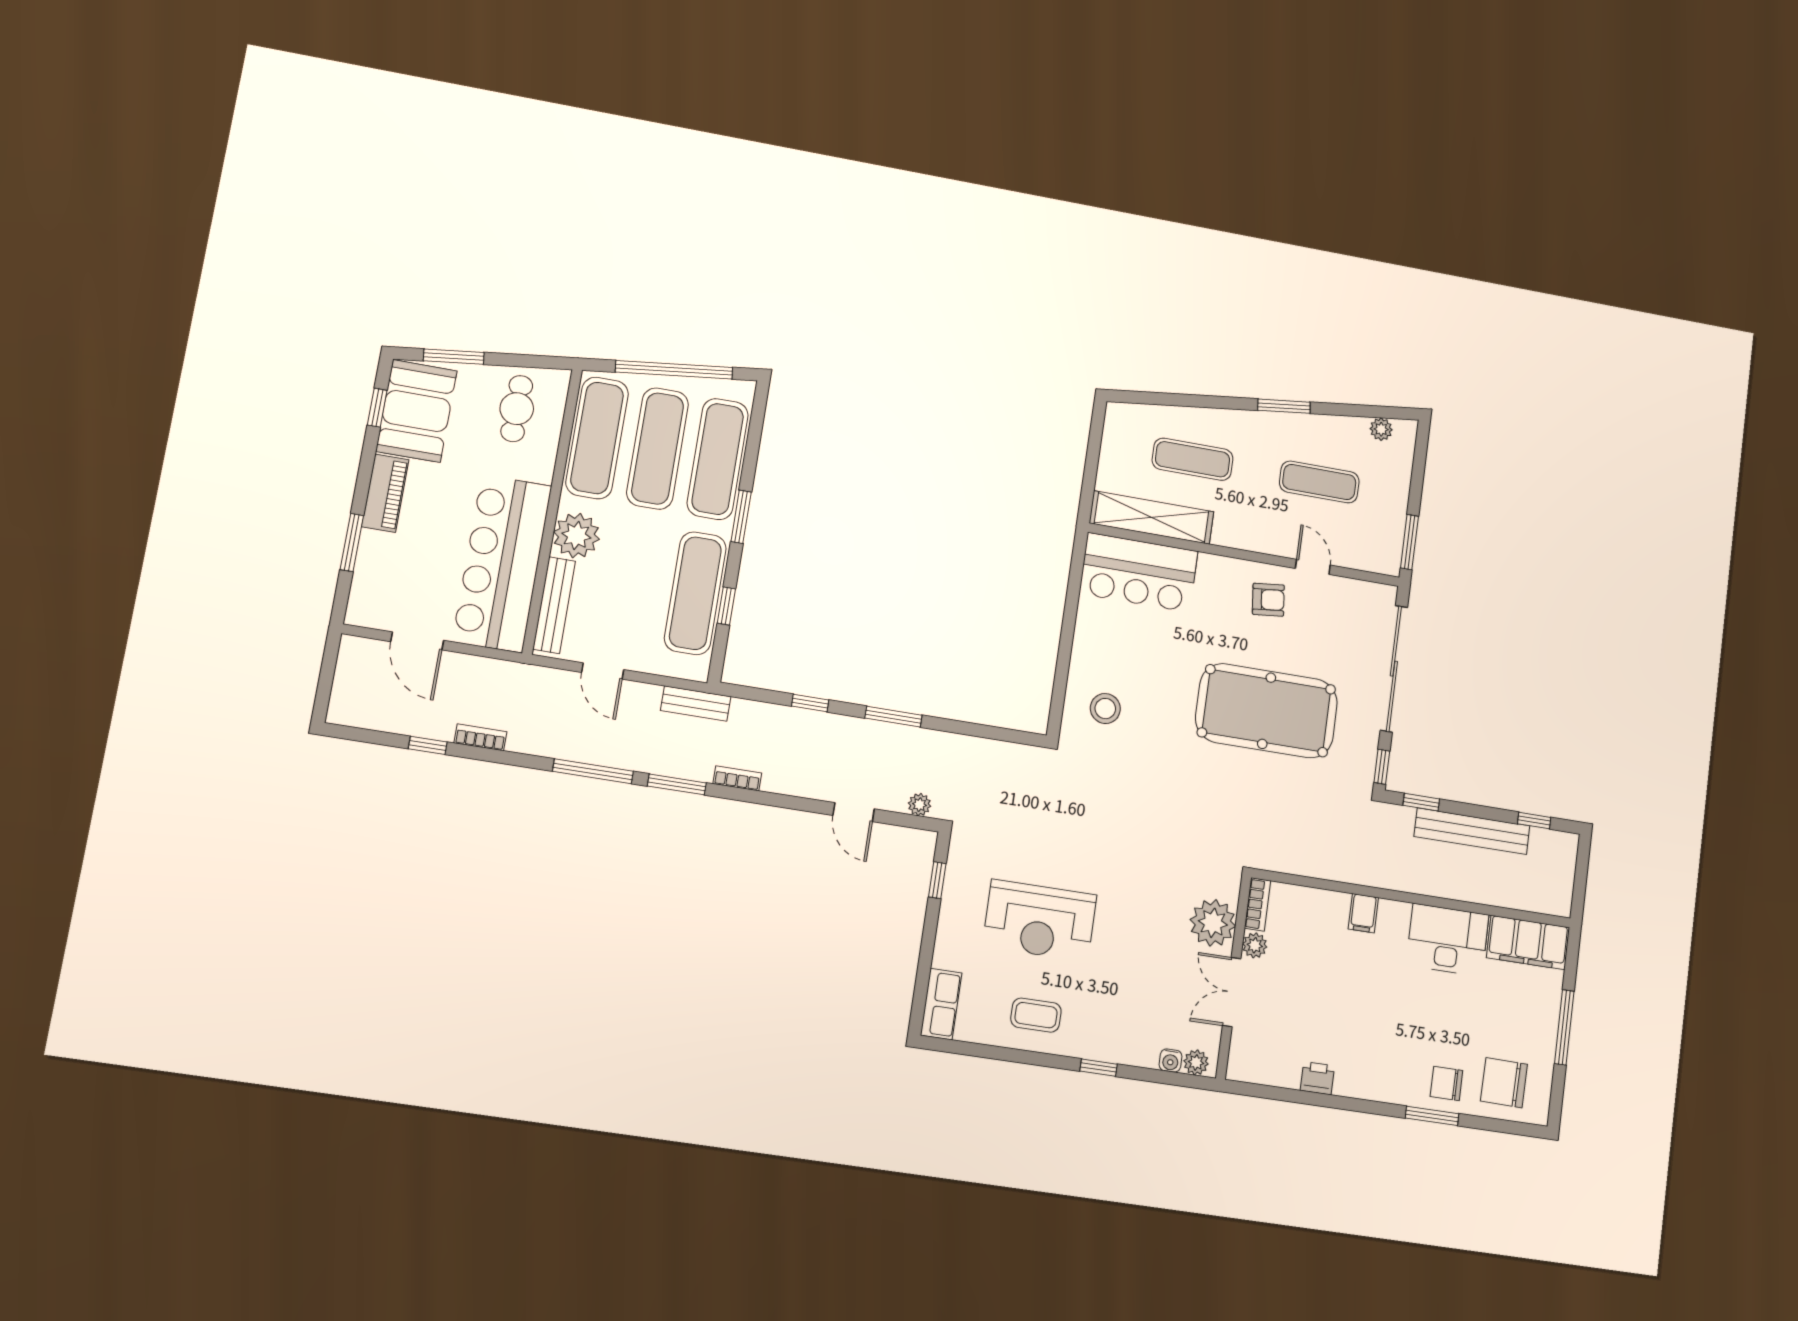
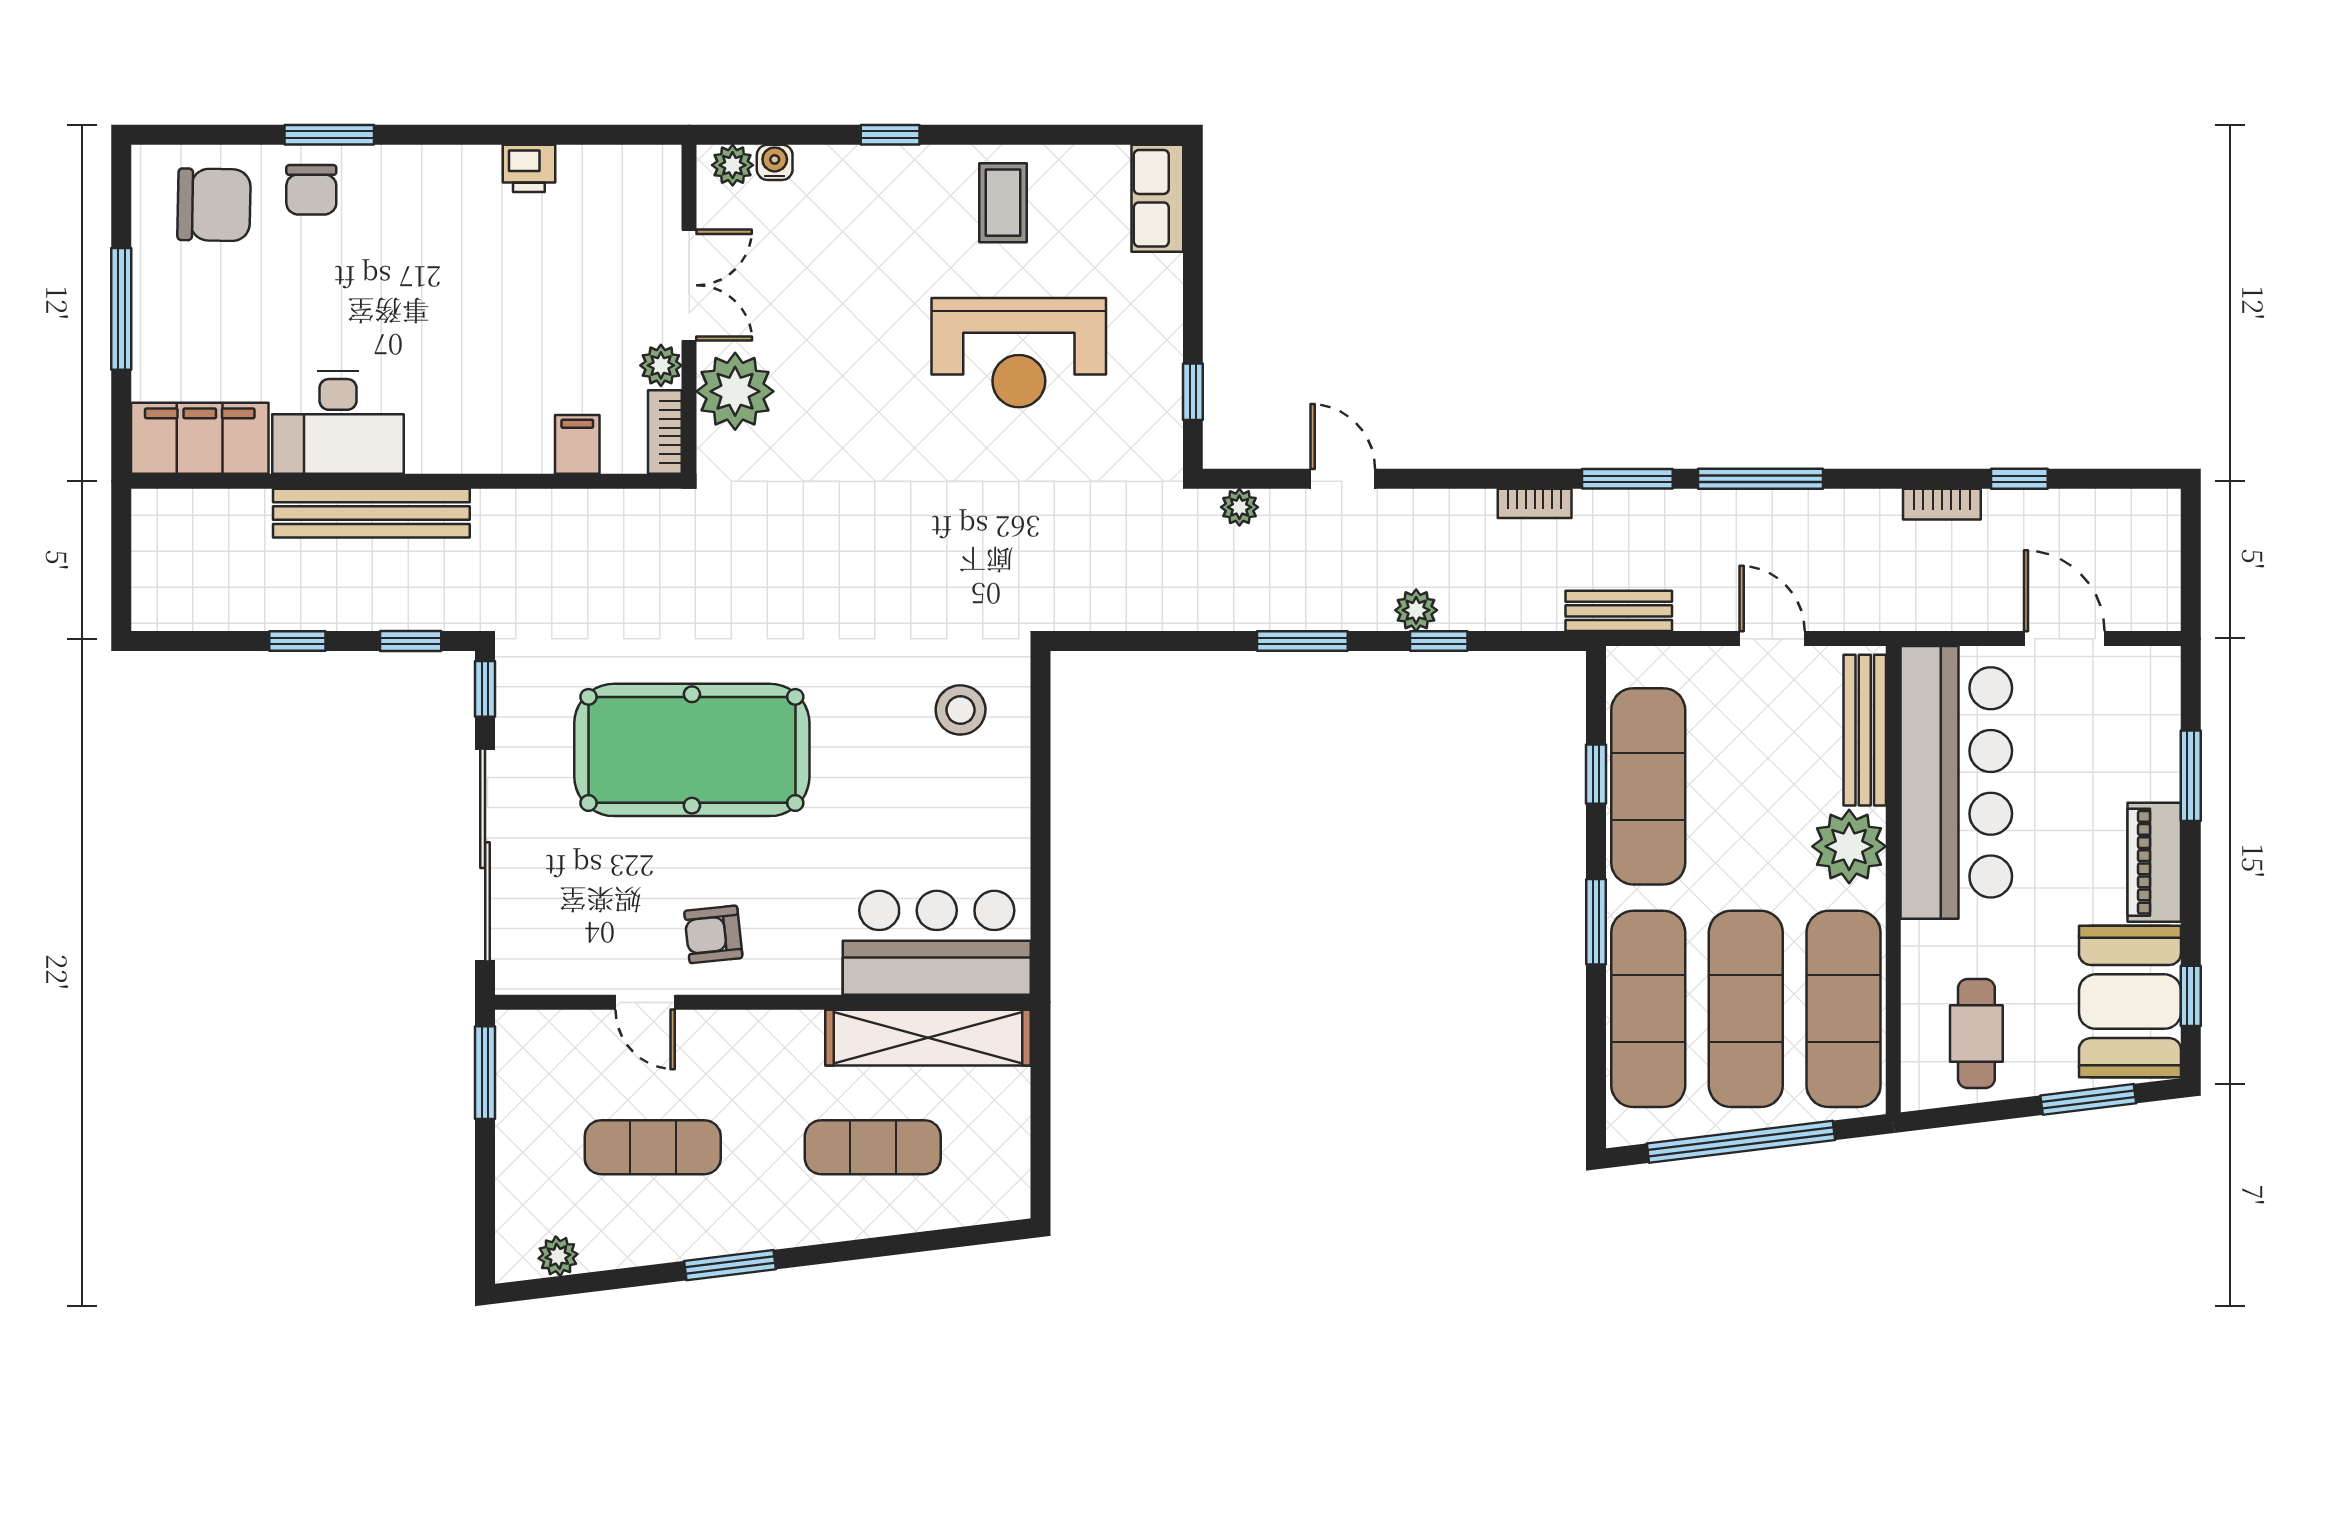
plant: (821, 724) -> (1416, 610), added
window: (1534, 821) -> (297, 641), moved
bench: (1472, 831) -> (371, 513), moved
filing cabinet: (1363, 913) -> (577, 444), moved
reception desk: (1040, 921) -> (1019, 353), turned 180
coffee table: (1036, 1015) -> (1003, 203), turned 90
chair: (1446, 1084) -> (311, 190), turned 90

